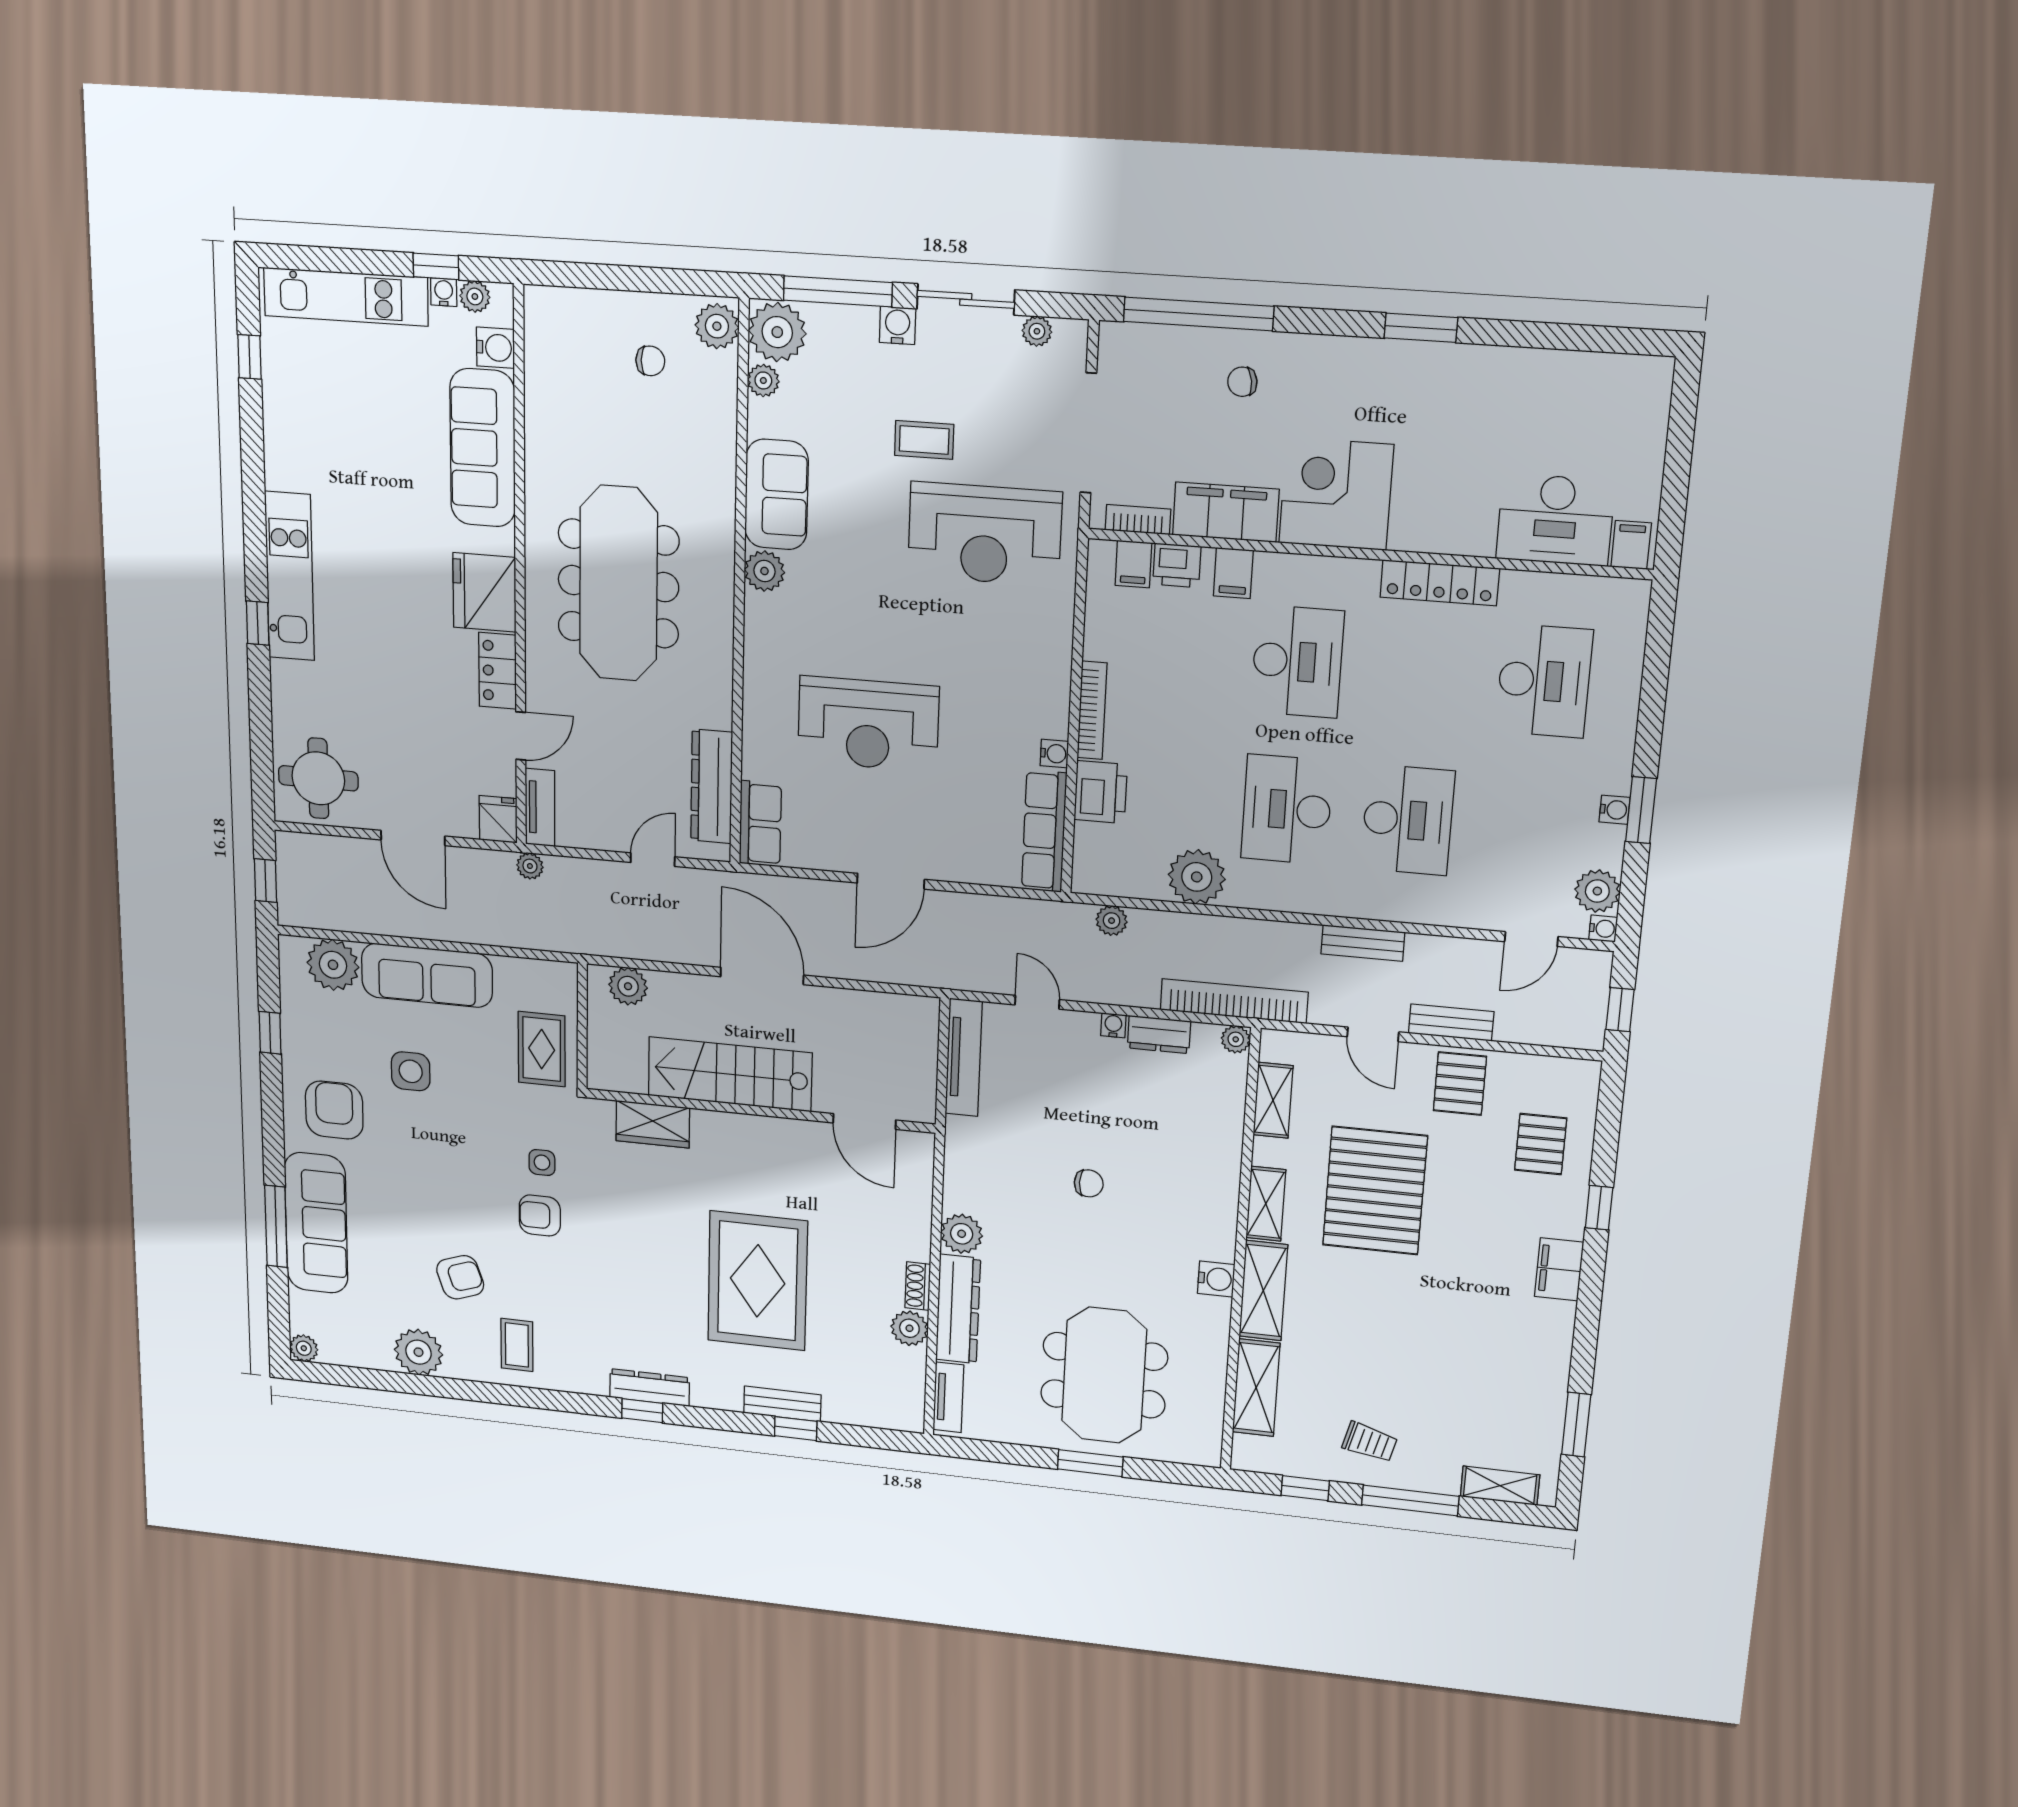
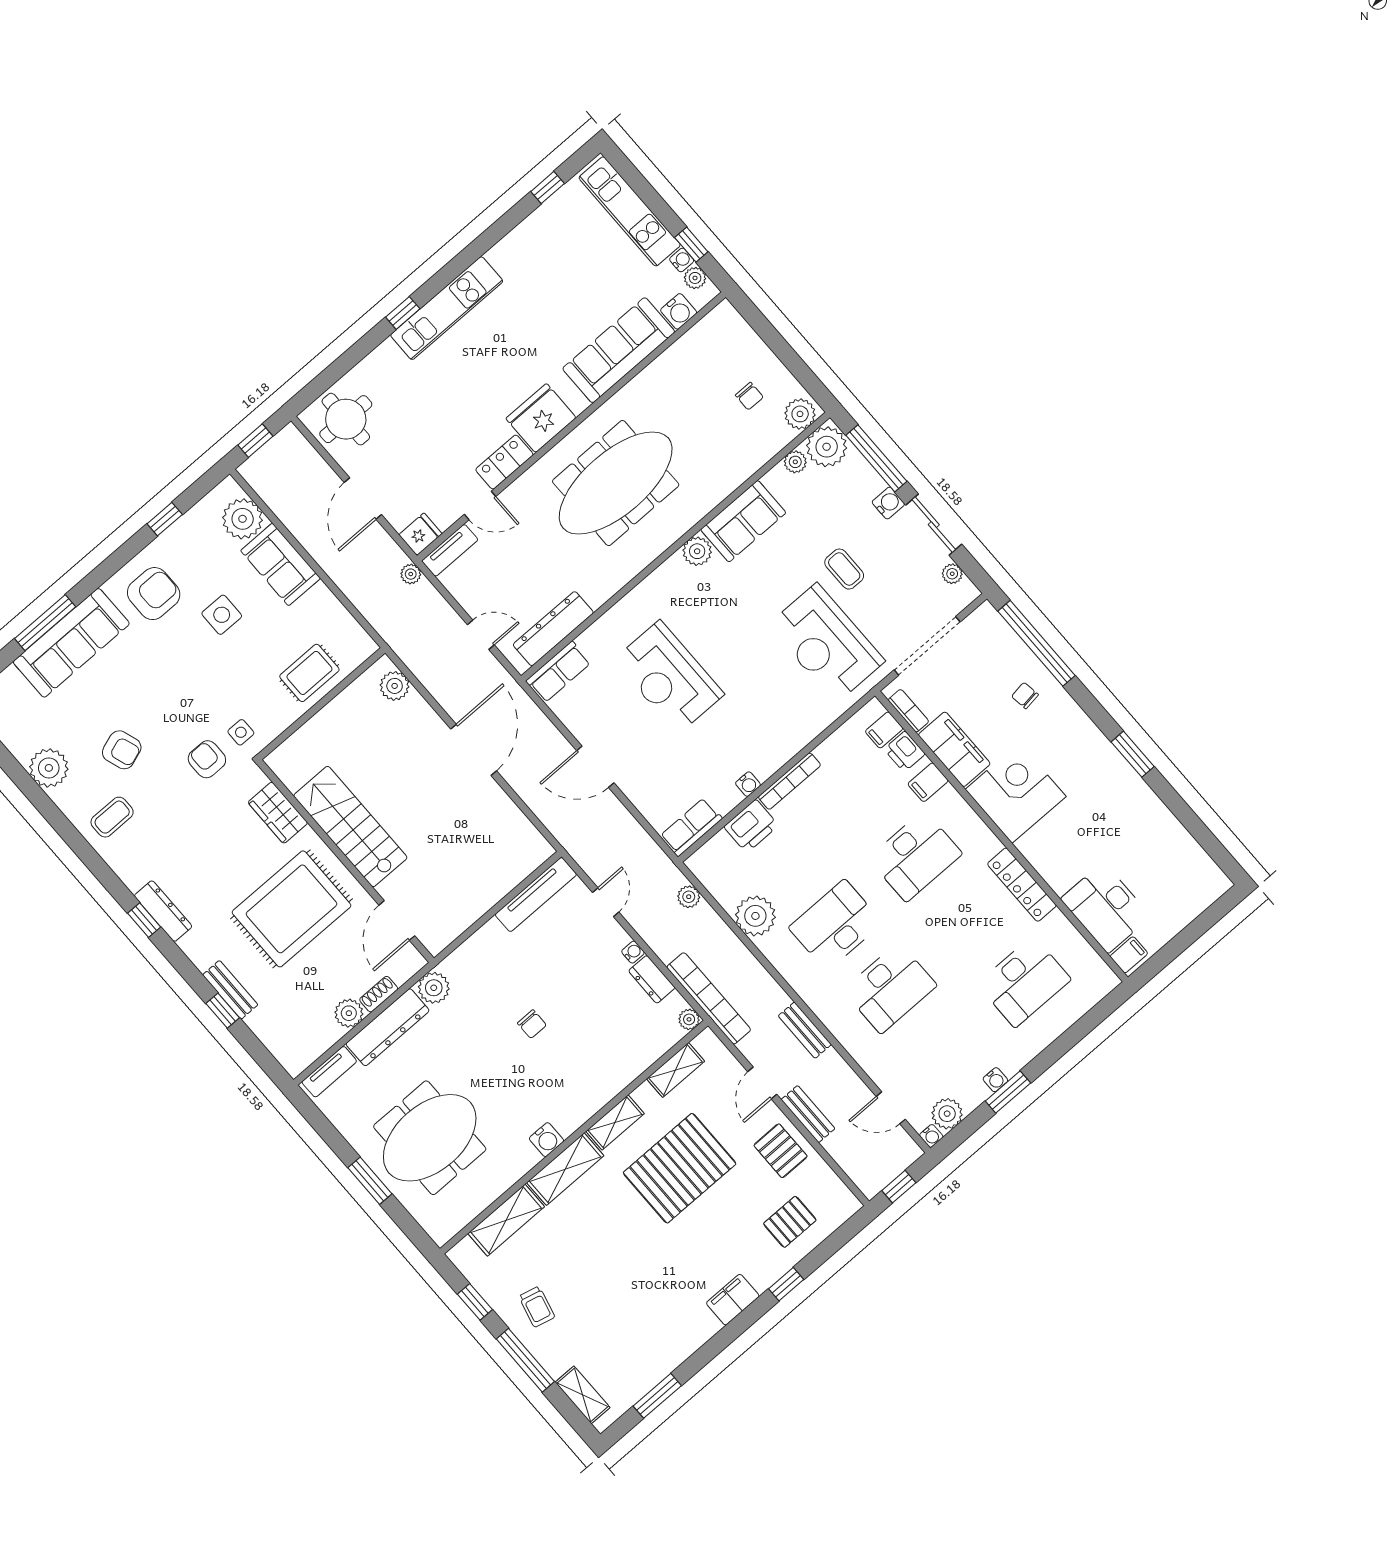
row of seats: (1044, 831) -> (691, 827), width x0.68
sofa: (427, 975) -> (281, 564), width x0.73
stairs: (730, 1074) -> (350, 827), moved
pallet: (1460, 1084) -> (781, 1151), turned 90
wall: (760, 1111) -> (345, 861), moved
door: (864, 1121) -> (397, 920), moved
wardrobe: (653, 1124) -> (278, 813), moved

